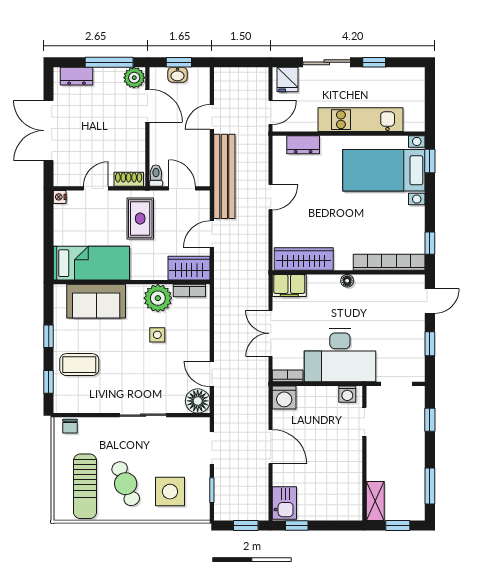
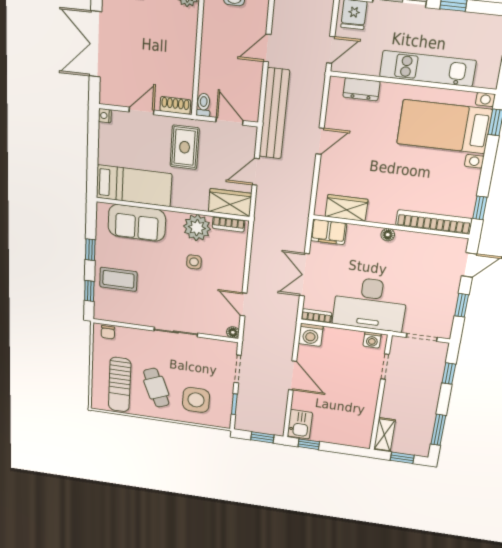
door: (147, 106) -> (200, 28), removed
wardrobe: (304, 259) -> (347, 208), width x0.67
floor lamp: (198, 401) -> (233, 332), width x0.53, depth x0.53

